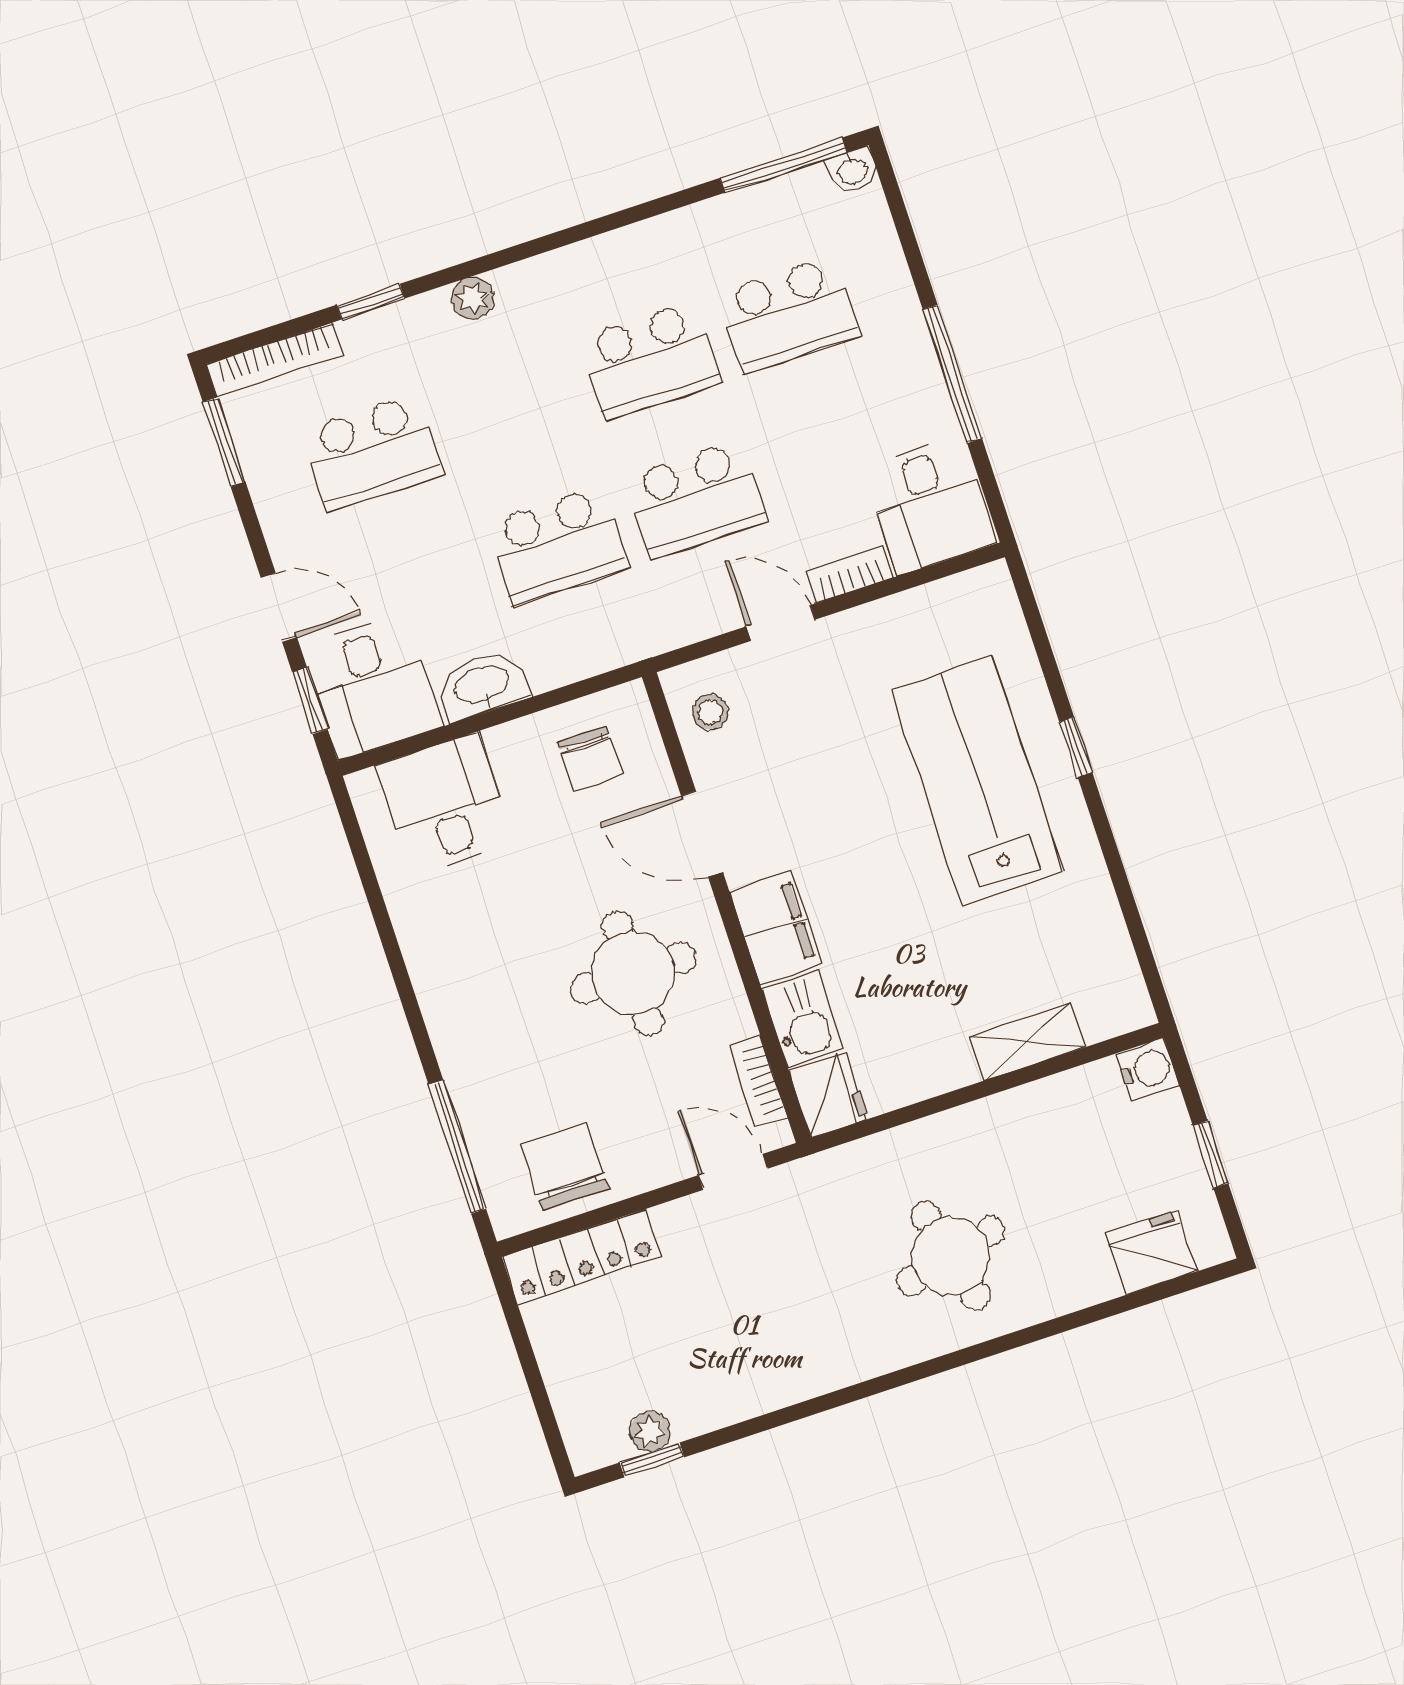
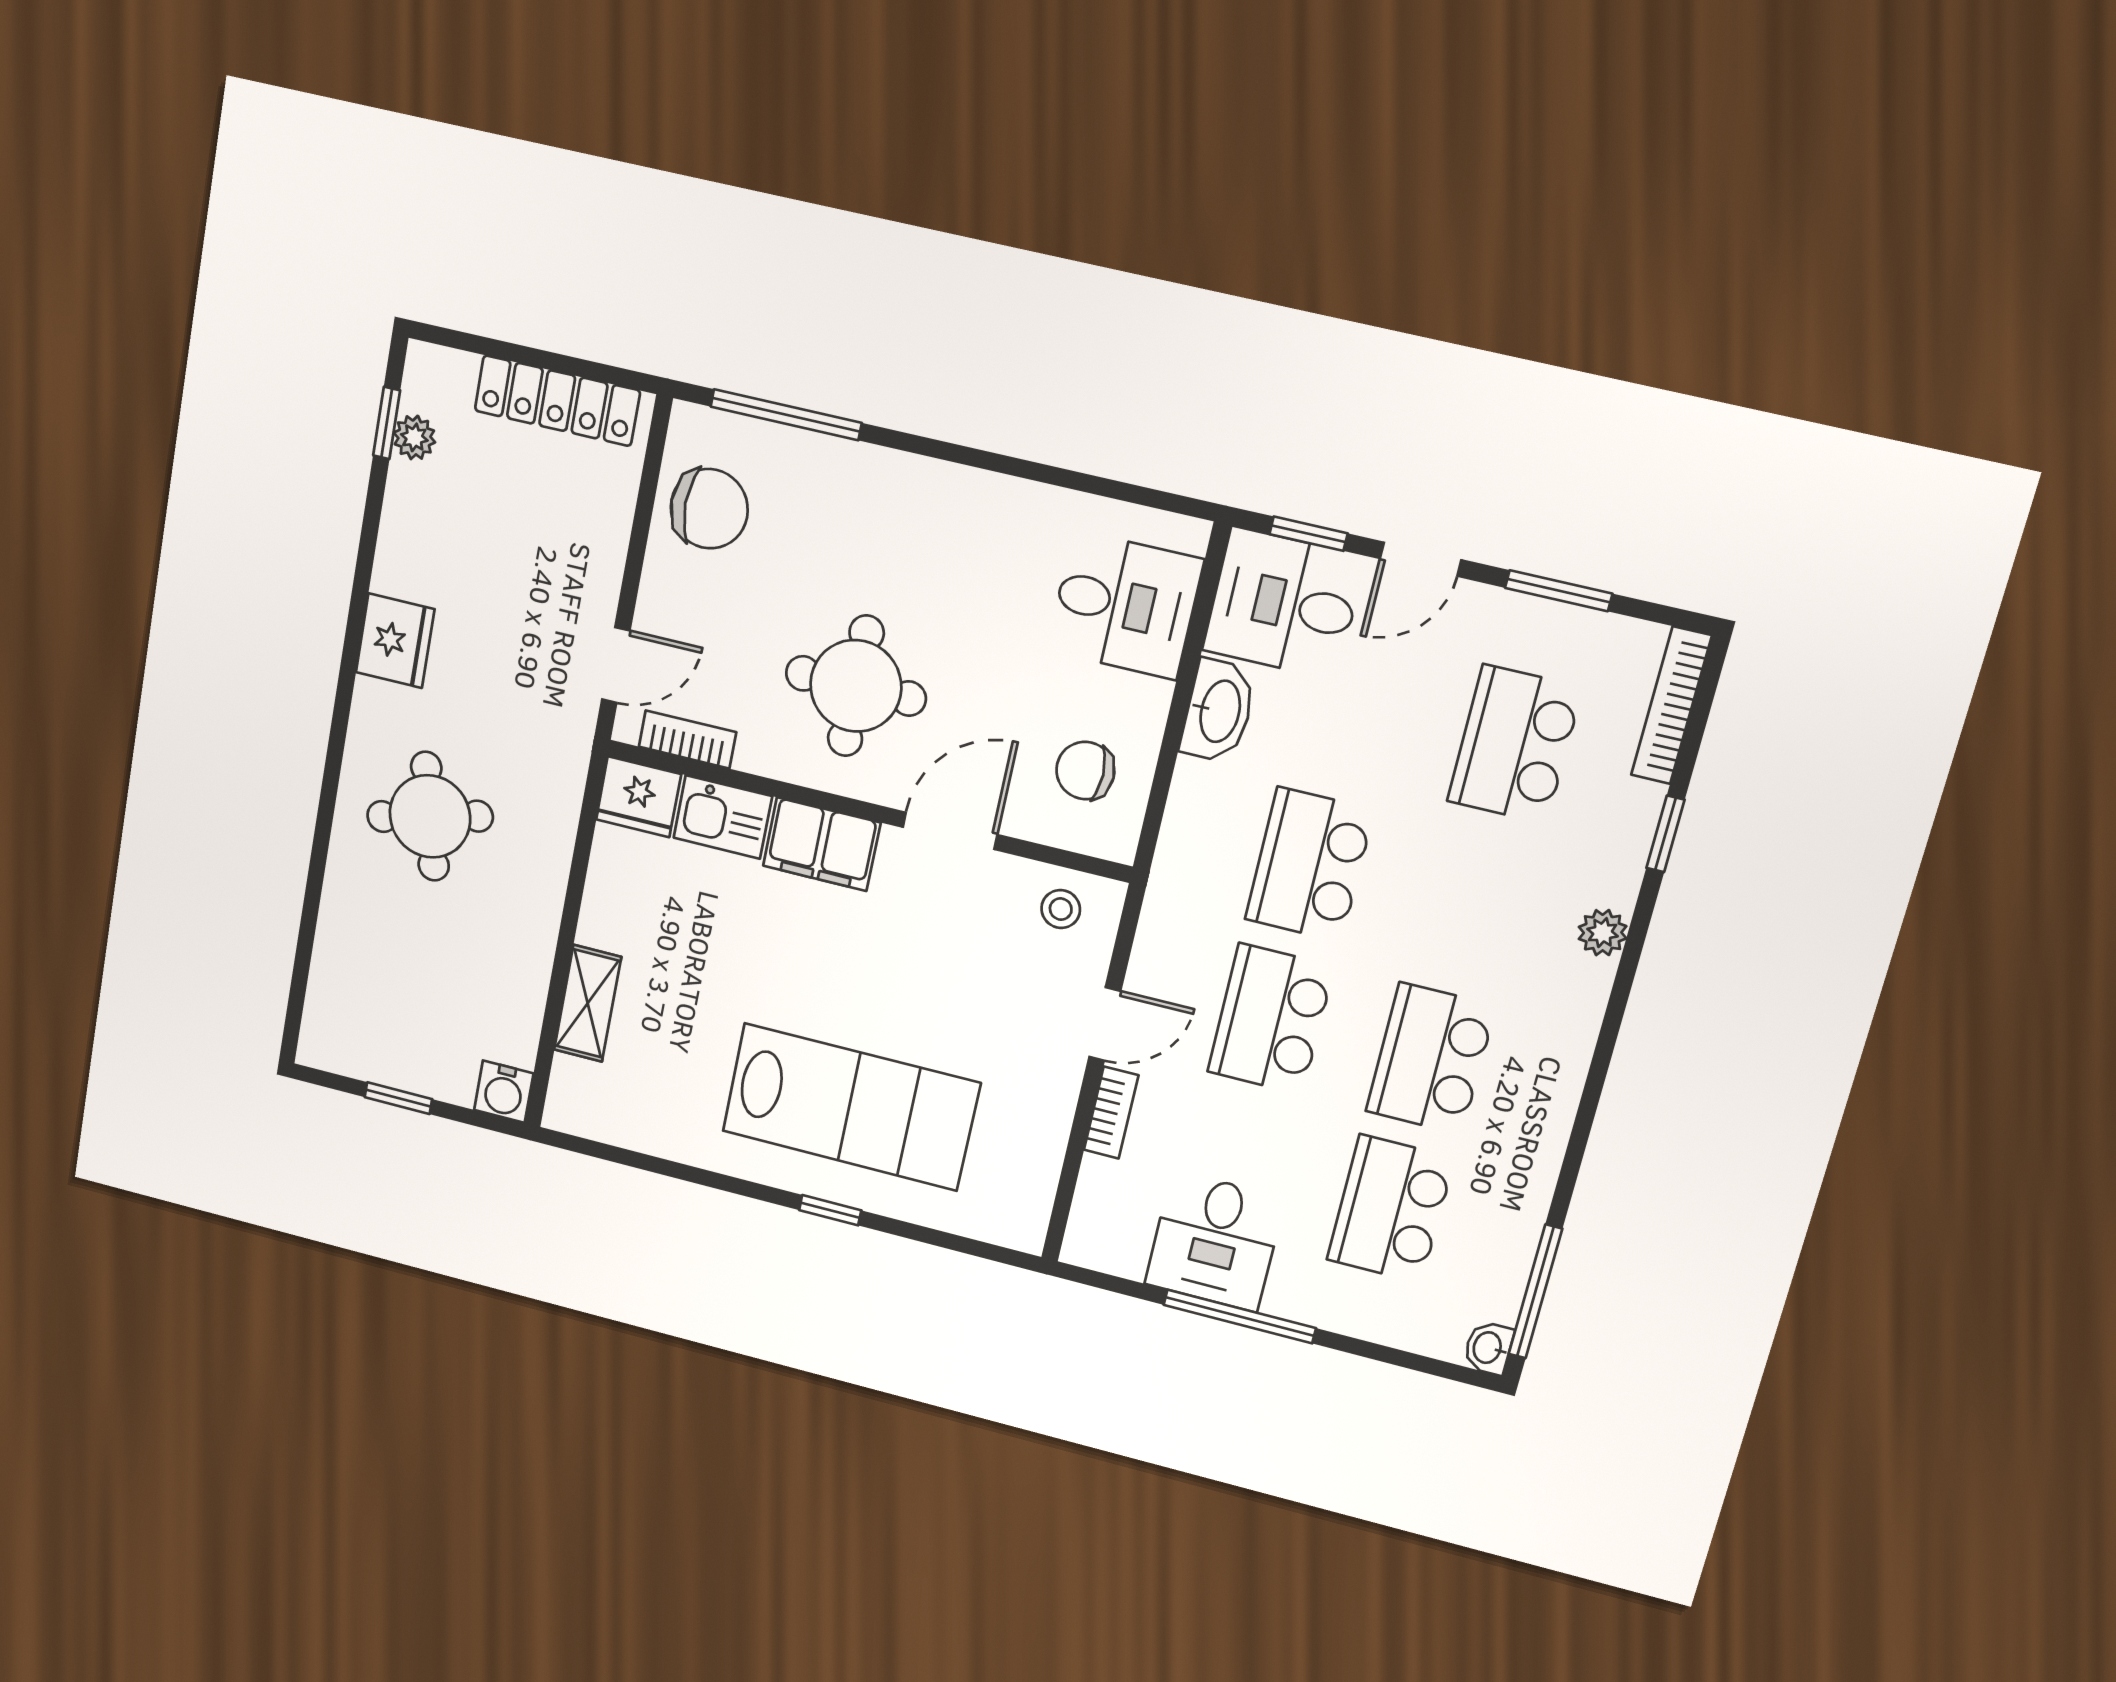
window: (224, 442) -> (1559, 591), moved
desk: (930, 505) -> (1215, 1241), moved, turned -90
fridge: (1152, 1253) -> (395, 641), moved
locker: (581, 1257) -> (557, 401), moved, turned -90

